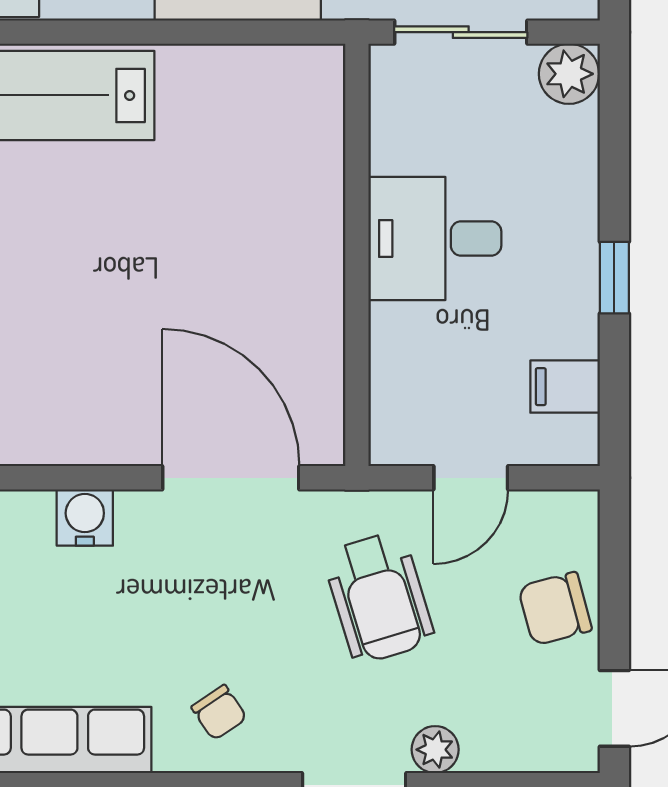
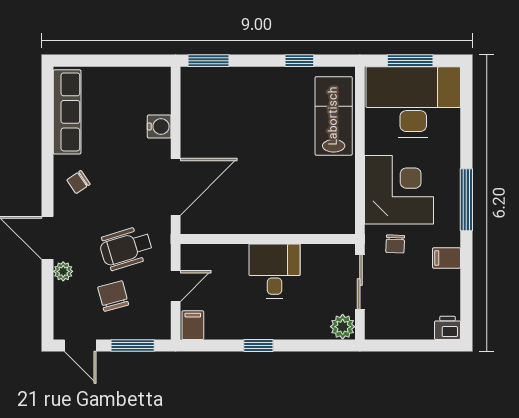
filing cabinet: (565, 387) -> (193, 325), moved
door: (471, 478) -> (176, 286), swing flipped
window: (614, 582) -> (133, 346), added
chair: (555, 609) -> (113, 296), moved

